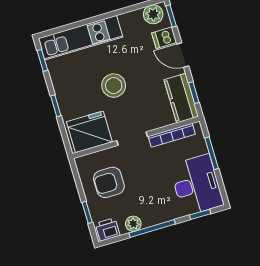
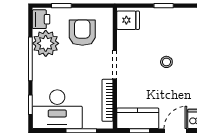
stool: (114, 86) -> (166, 62), width x0.53, depth x0.53
fridge: (89, 132) -> (128, 20), width x0.53, depth x0.75
plant: (133, 224) -> (46, 43), width x1.88, depth x1.88

